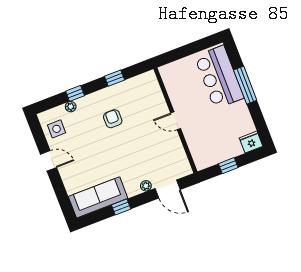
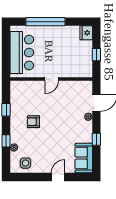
bar counter: (219, 77) -> (22, 52), moved, turned -90
window: (245, 85) -> (45, 22), width x1.46
door: (49, 161) -> (58, 177), moved
sofa: (98, 197) -> (84, 158), width x0.73

